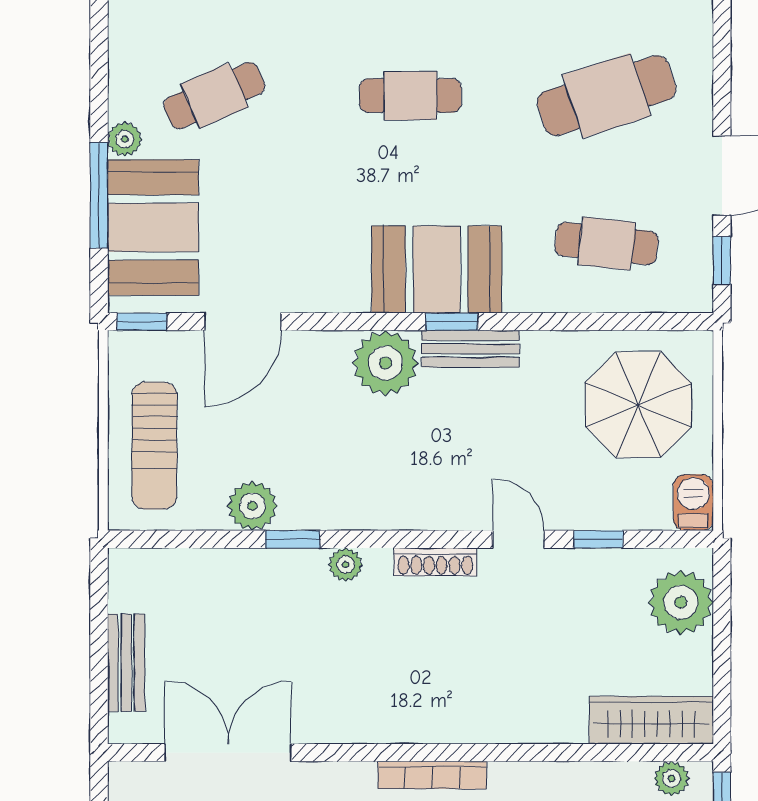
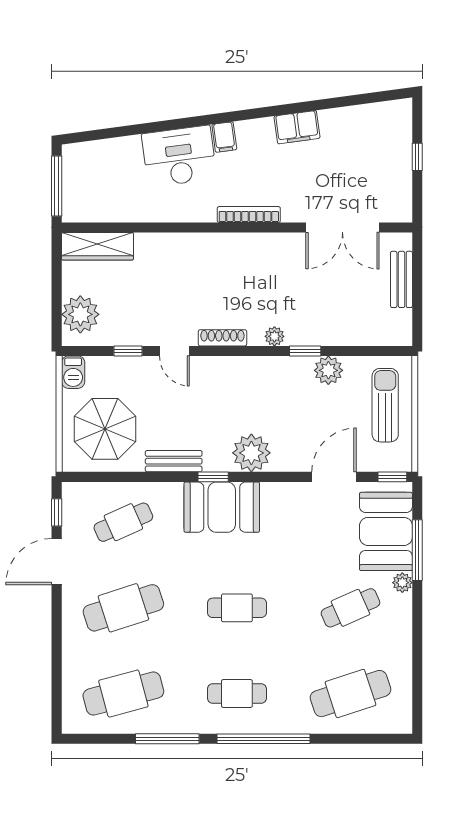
cafe table: (607, 244) -> (123, 522), turned -30
bench: (470, 349) -> (174, 461), moved
bookcase: (432, 775) -> (249, 215), moved
plant: (672, 778) -> (86, 212), removed

